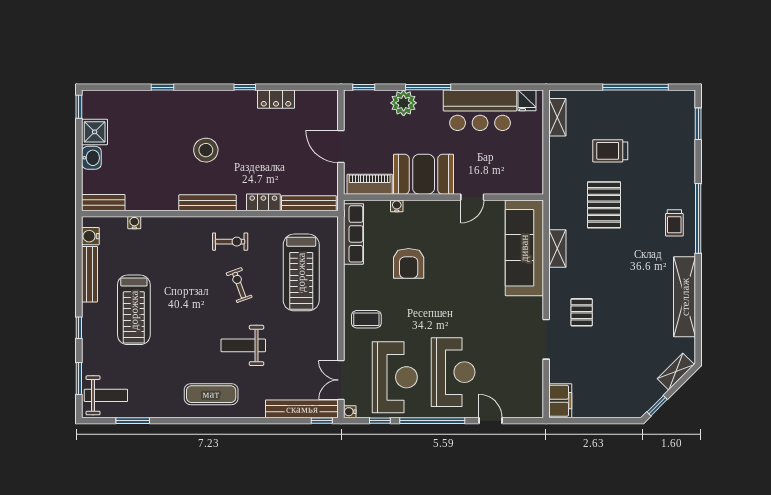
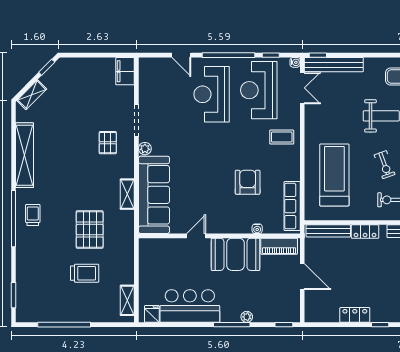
plant: (404, 103) -> (247, 317), width x0.53, depth x0.53
plant: (536, 305) -> (145, 149), added

